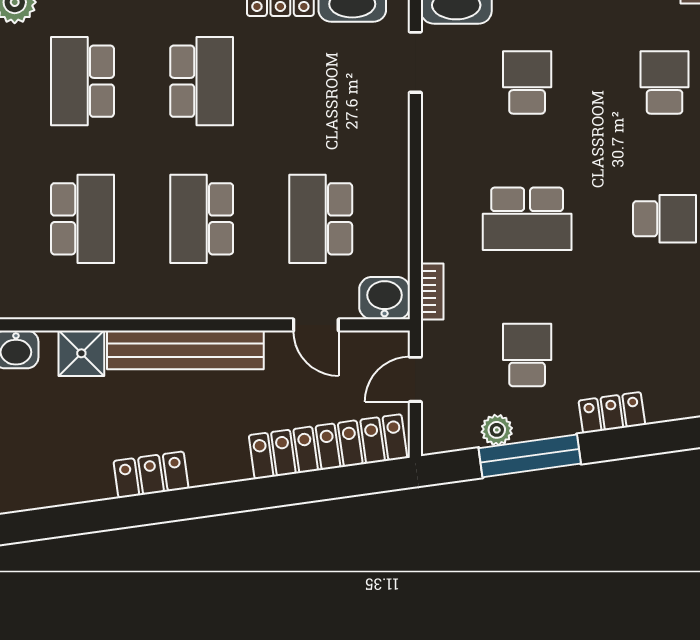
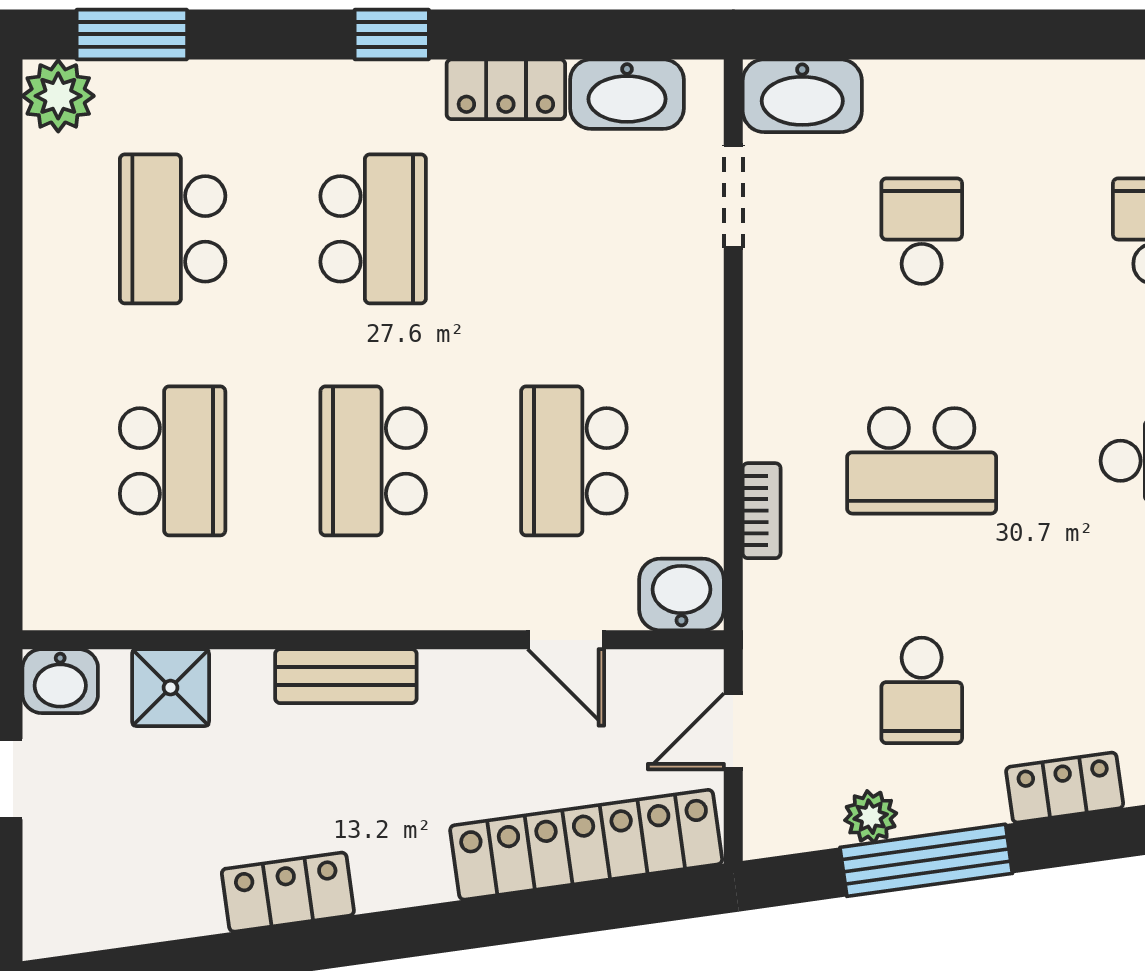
bookcase: (432, 291) -> (762, 511), moved
bench: (185, 350) -> (346, 676), width x0.54, depth x0.82
school desk: (527, 355) -> (922, 690), turned 180

